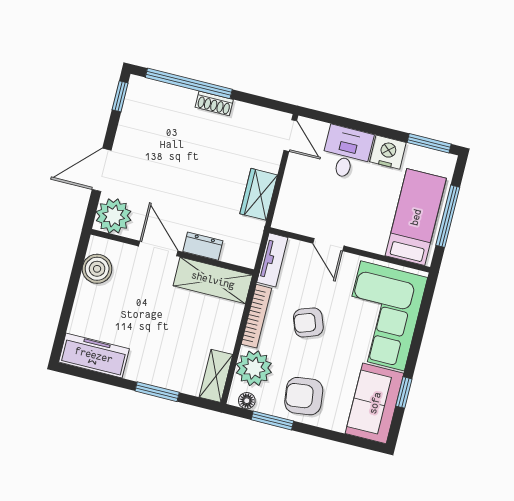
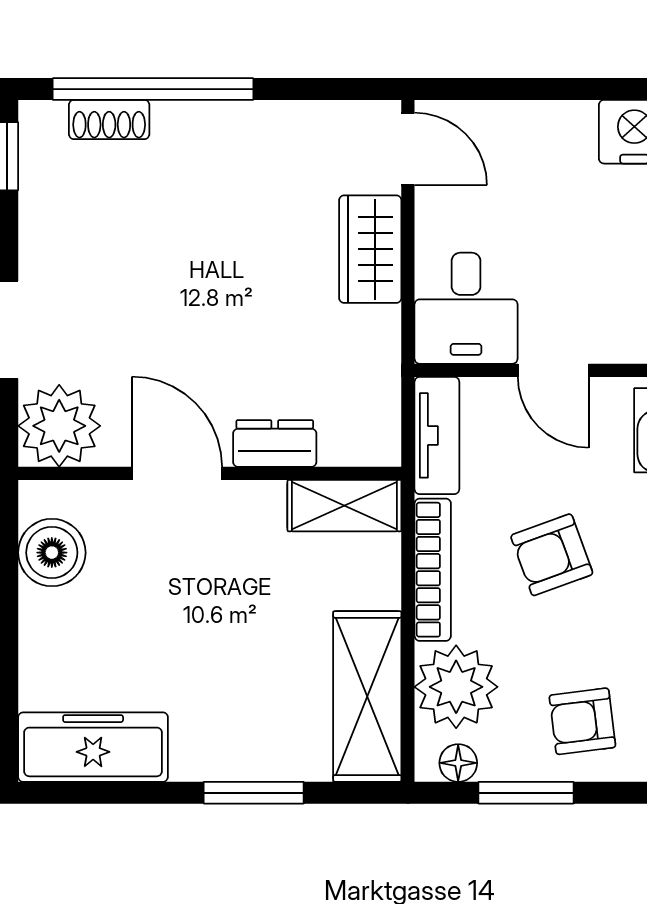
shoe rack: (214, 103) -> (109, 119), moved
desk: (347, 153) -> (466, 308), moved, turned 180
wardrobe: (259, 194) -> (370, 249), moved
shelving: (213, 280) -> (344, 506), width x0.67, depth x0.75
shelving: (216, 376) -> (367, 696), width x1.50, depth x1.33
armchair: (304, 396) -> (582, 721), width x0.72, depth x0.72

